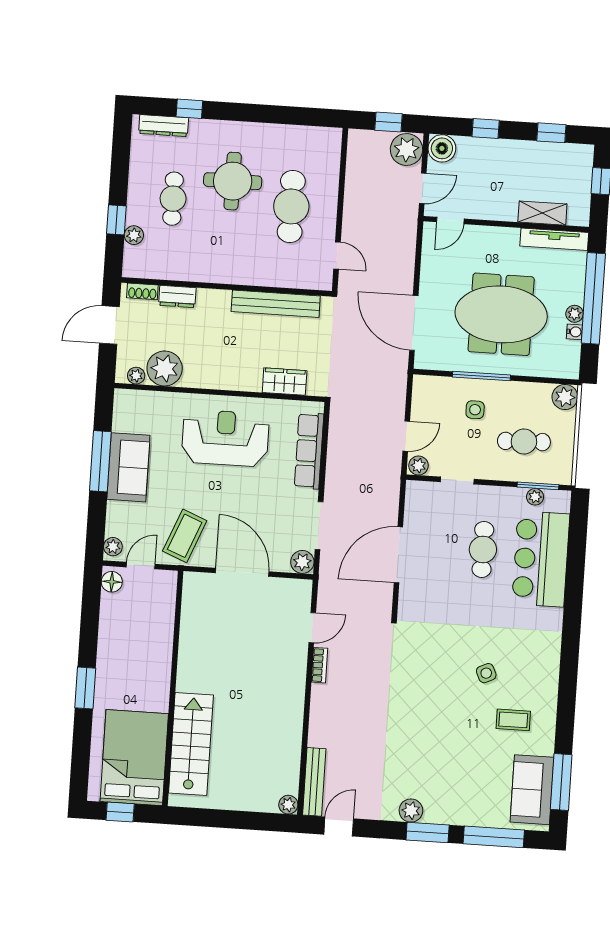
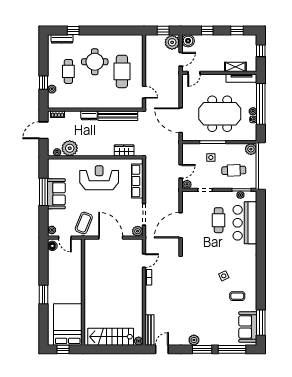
dresser: (177, 296) -> (89, 115), moved
door: (141, 566) -> (65, 238), swing flipped
stairs: (191, 744) -> (111, 337), moved, turned -90

